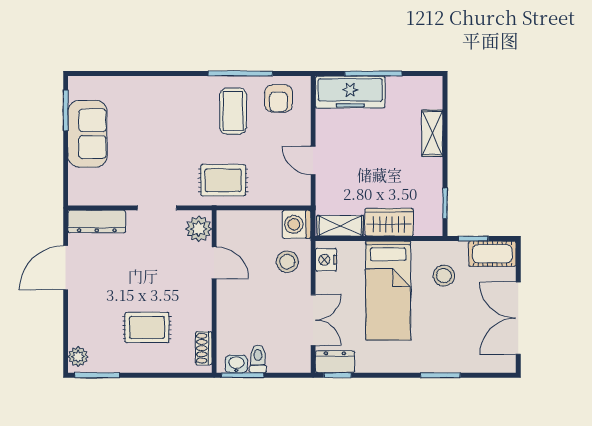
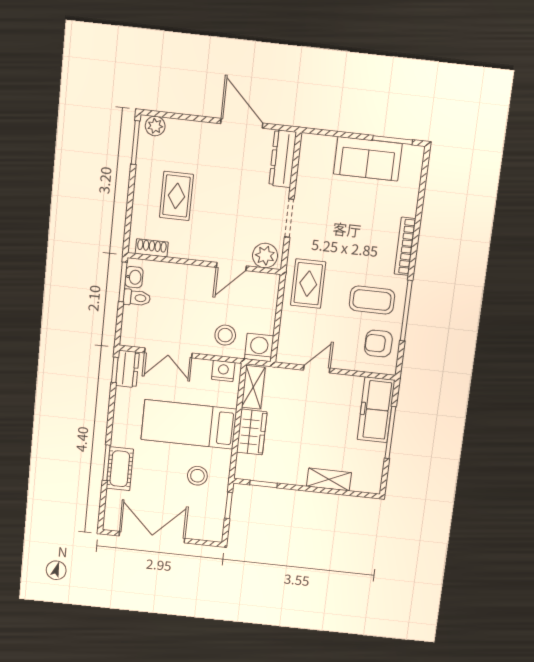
bookcase: (173, 84) -> (405, 246), added
cot: (492, 254) -> (120, 469), moved

